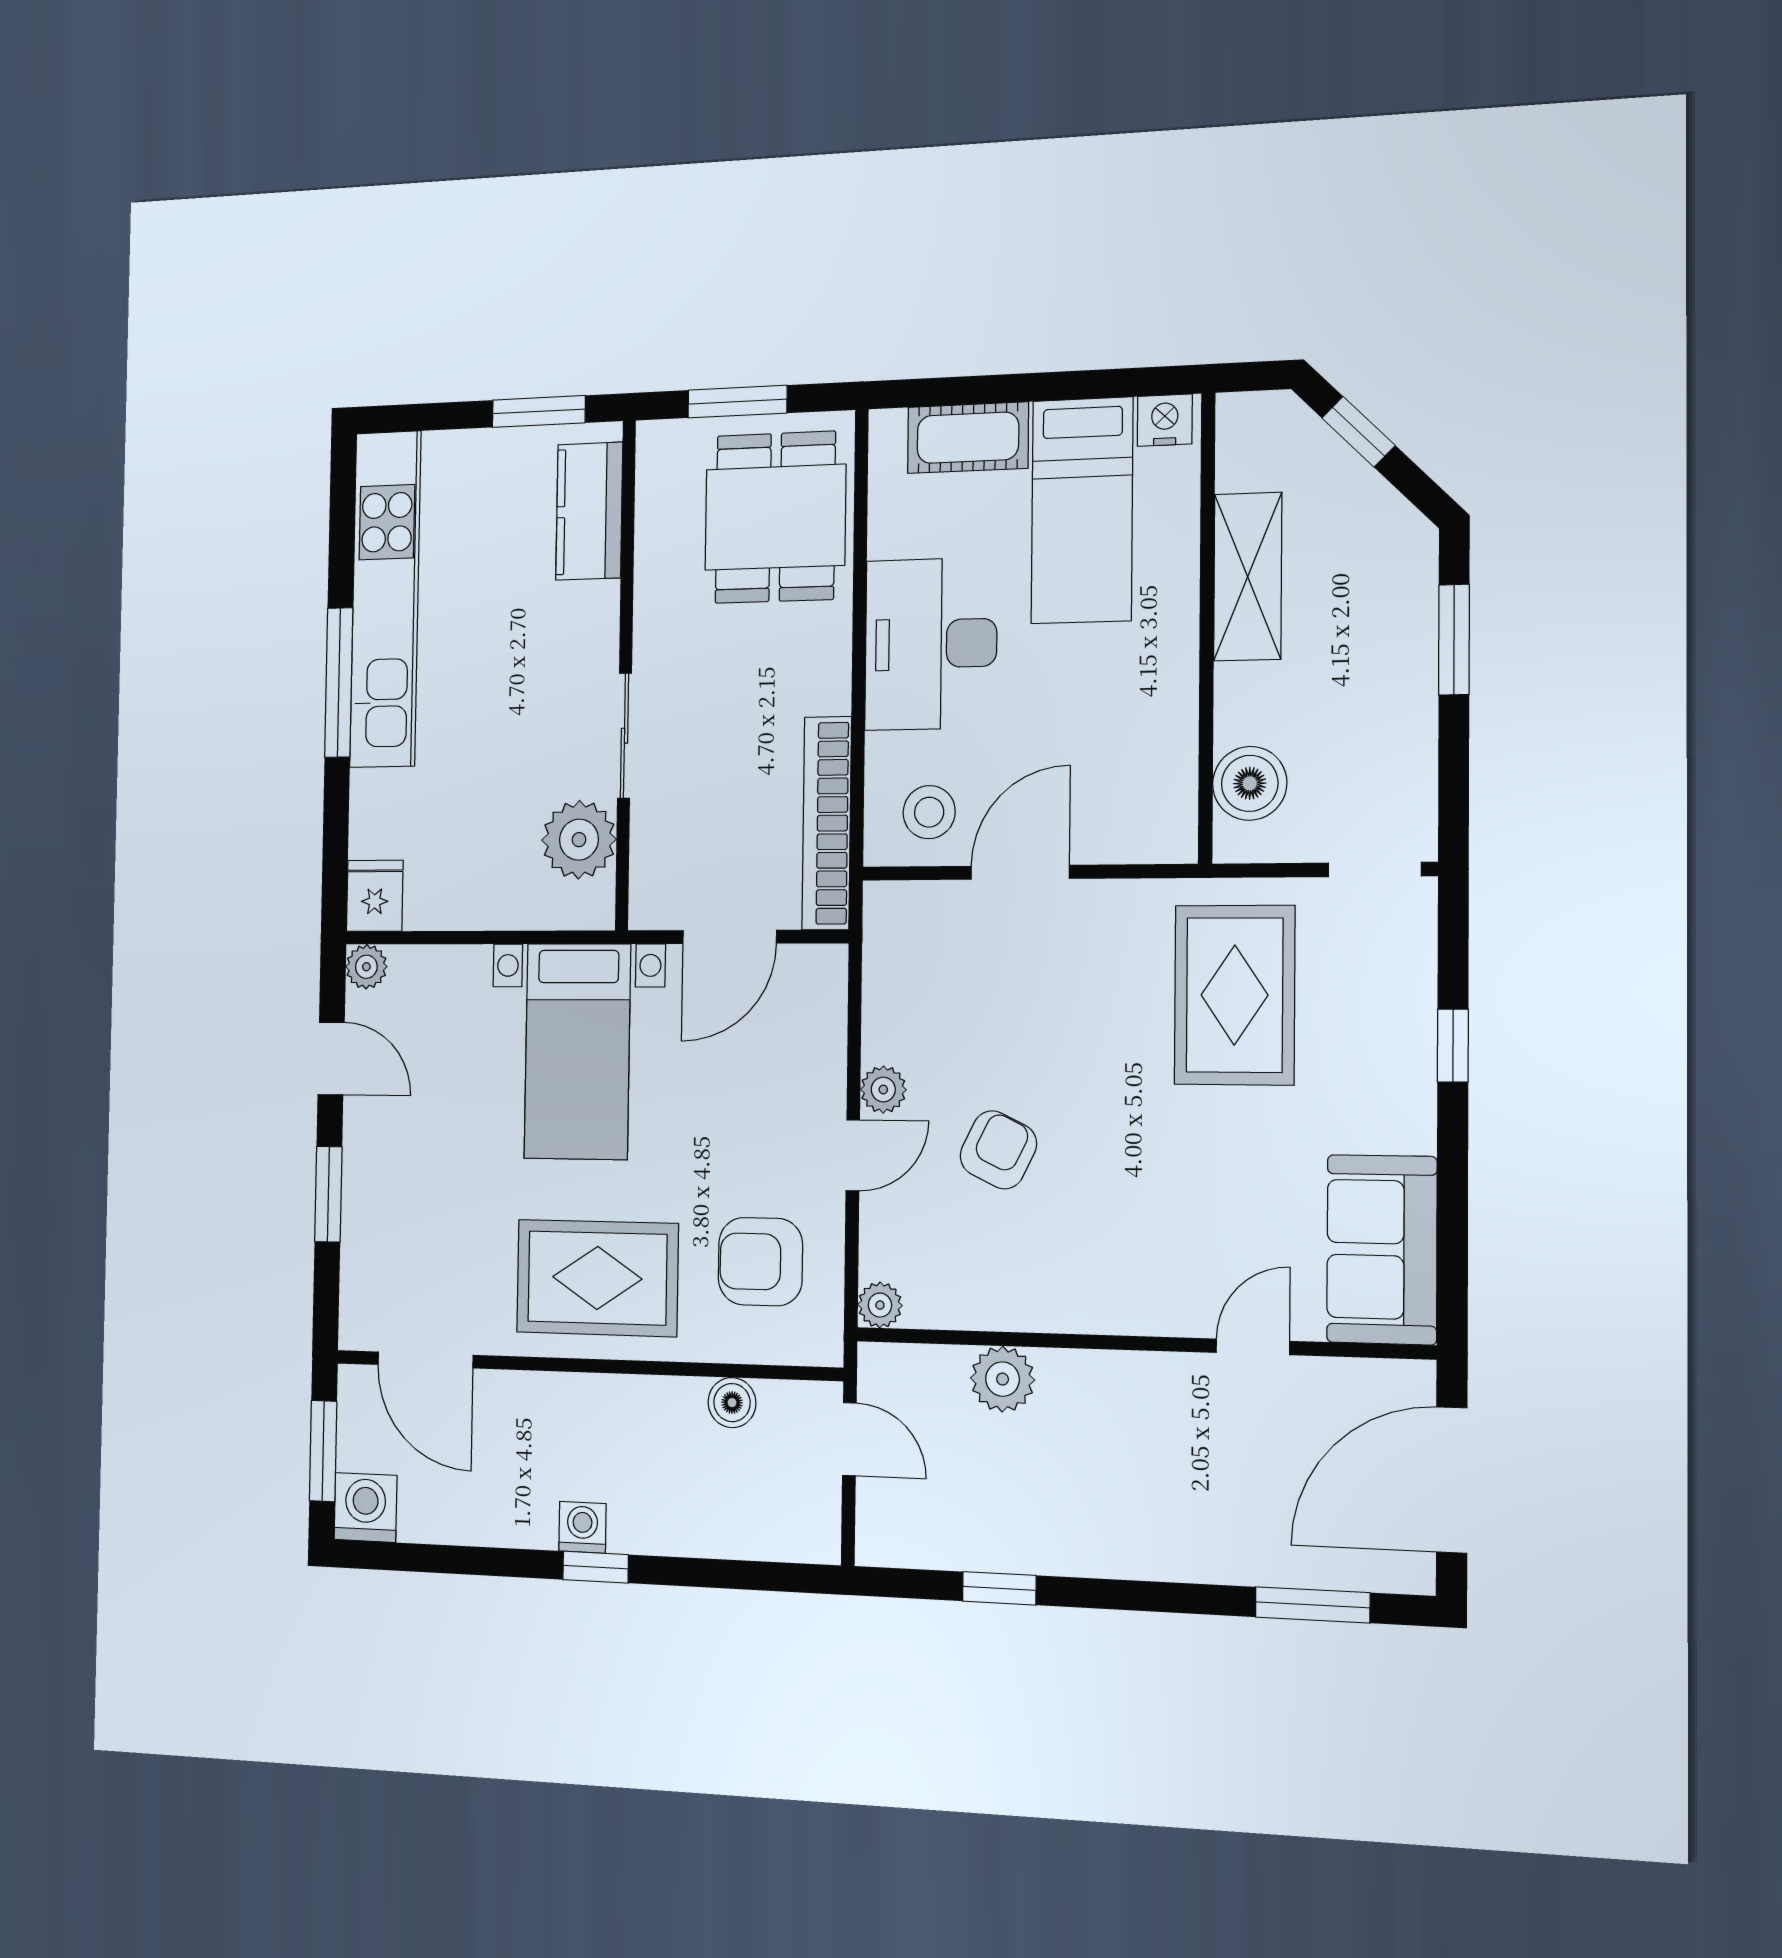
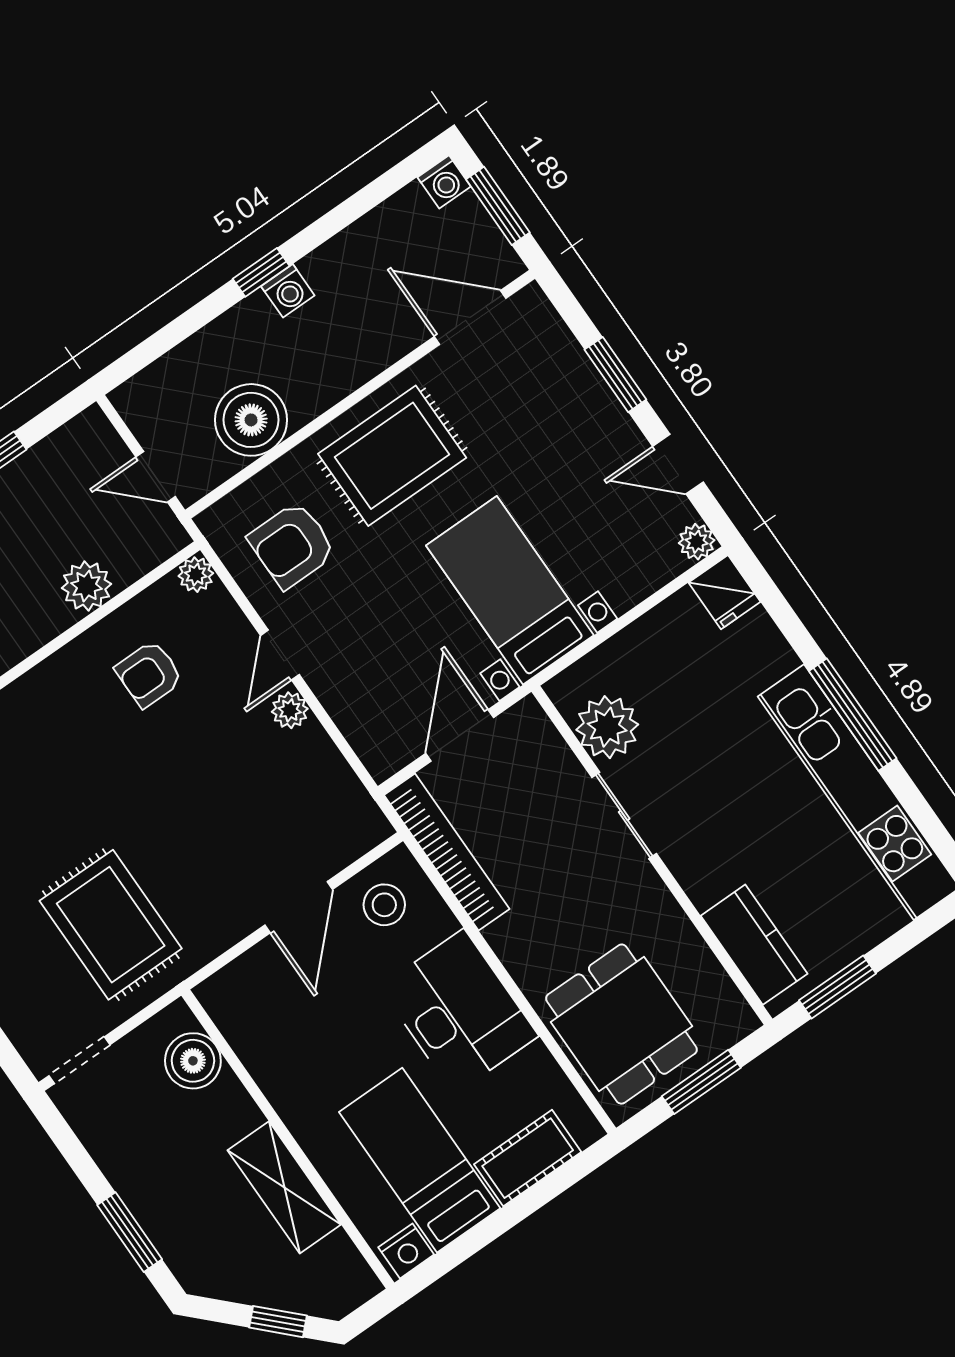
armchair: (998, 1150) -> (149, 674), moved, turned 64
armchair: (760, 1262) -> (292, 545), turned 180
boiler: (732, 1403) -> (251, 420), width x1.86, depth x1.86
washing machine: (365, 1508) -> (444, 182), width x0.73, depth x0.73

